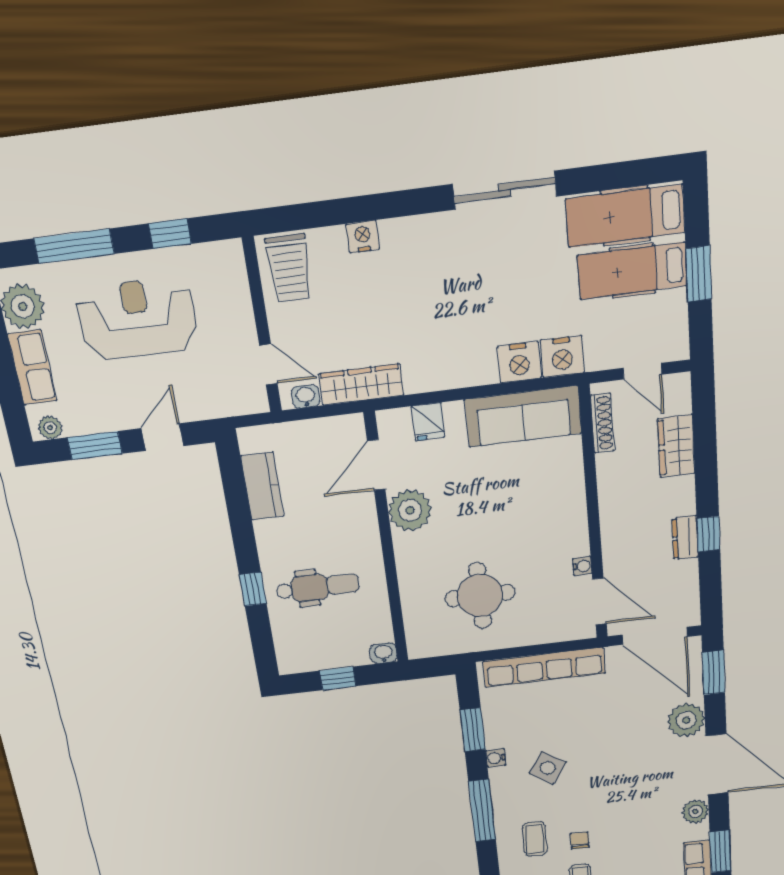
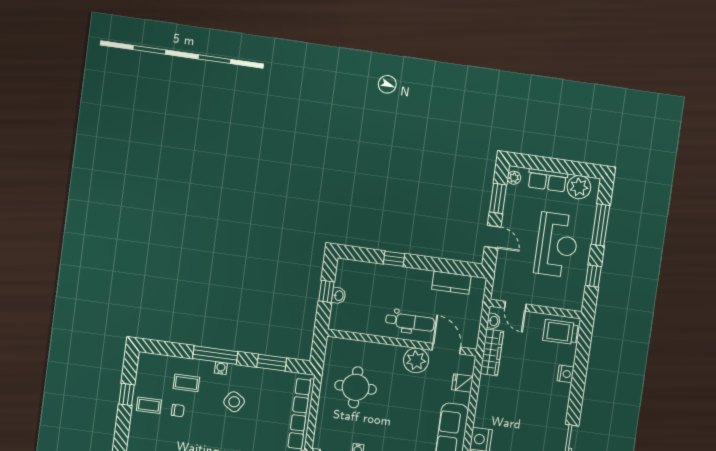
door: (268, 364) -> (515, 306), hinge flipped
dental chair: (318, 587) -> (410, 322), moved, turned -90
washbasin: (383, 653) -> (339, 296), moved
water cooler: (496, 758) -> (221, 368), moved

